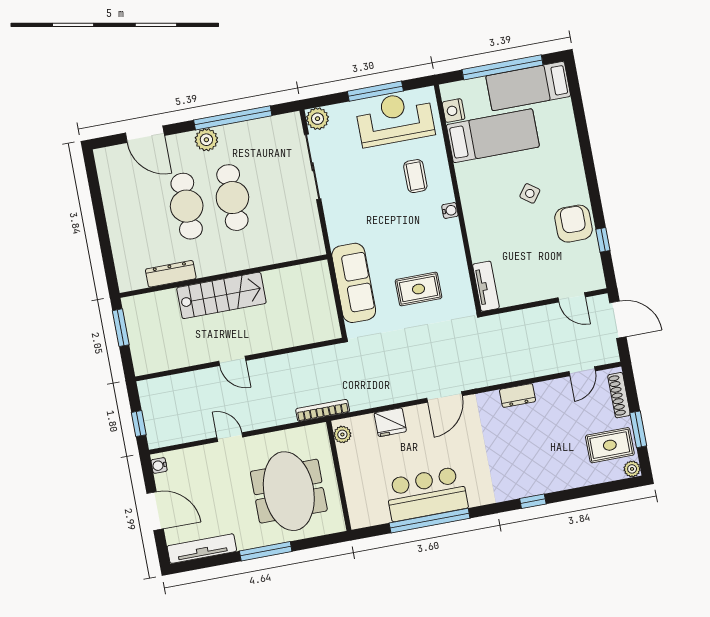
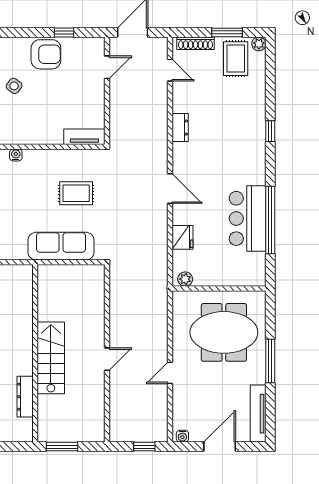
armchair: (574, 224) -> (46, 54), turned 180
rug: (418, 289) -> (76, 193), turned 90
bookcase: (323, 410) -> (162, 292), removed

